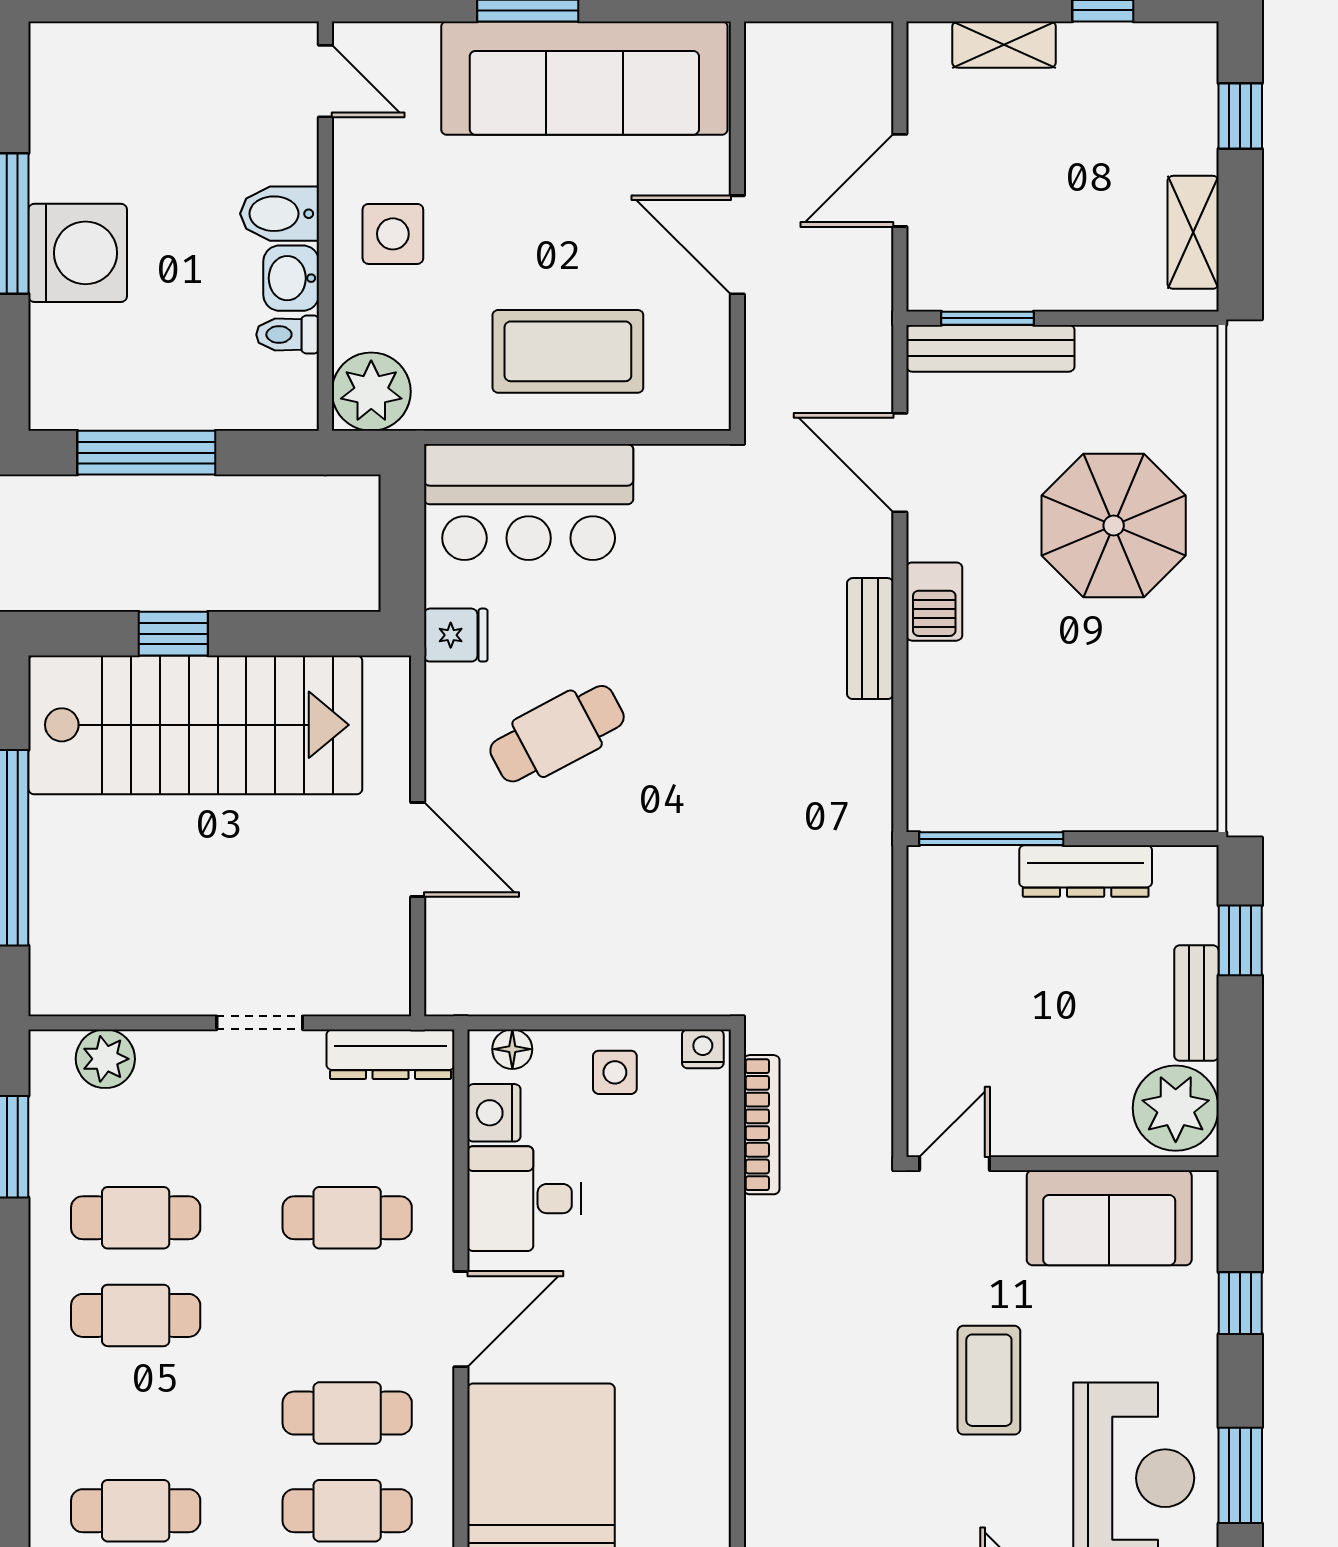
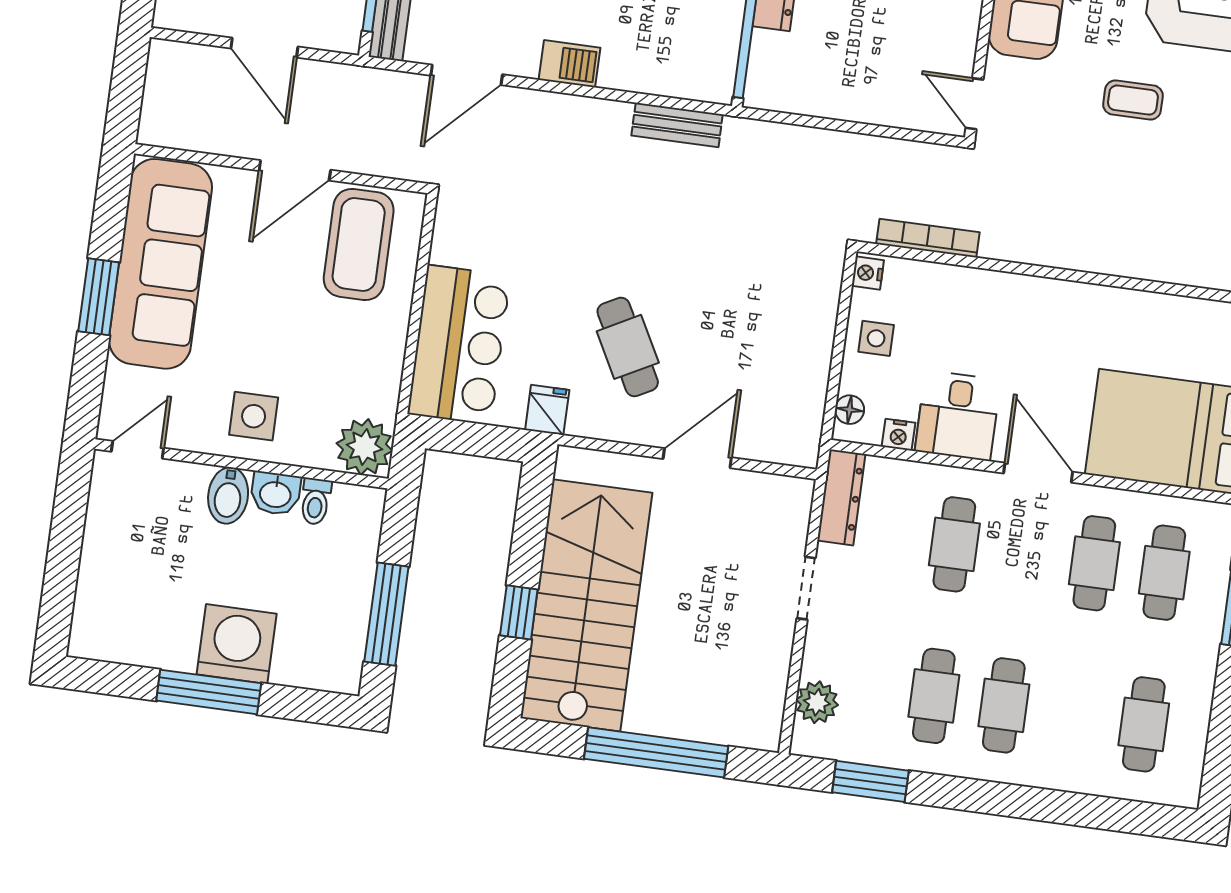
coffee table: (568, 351) -> (359, 244), moved
bench: (870, 639) -> (677, 125), moved
nightstand: (494, 1113) -> (898, 435), width x0.72, depth x0.74
coffee table: (989, 1380) -> (1133, 100), width x0.73, depth x0.77

